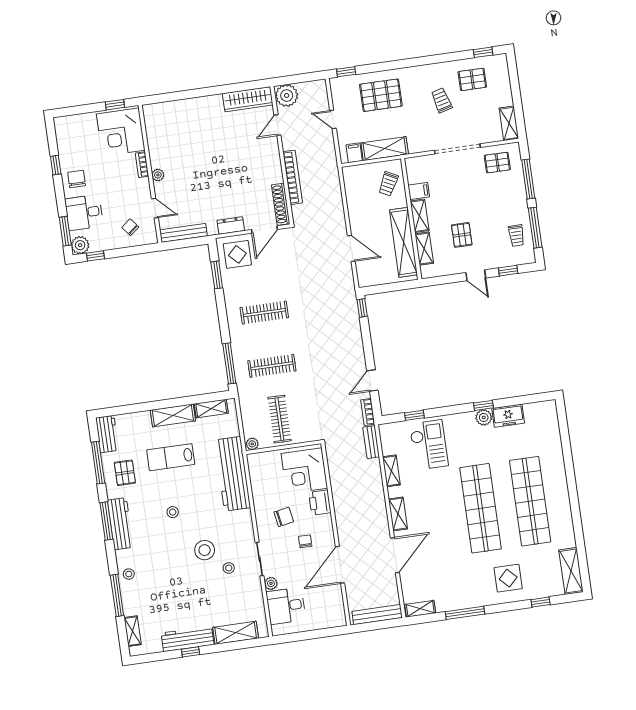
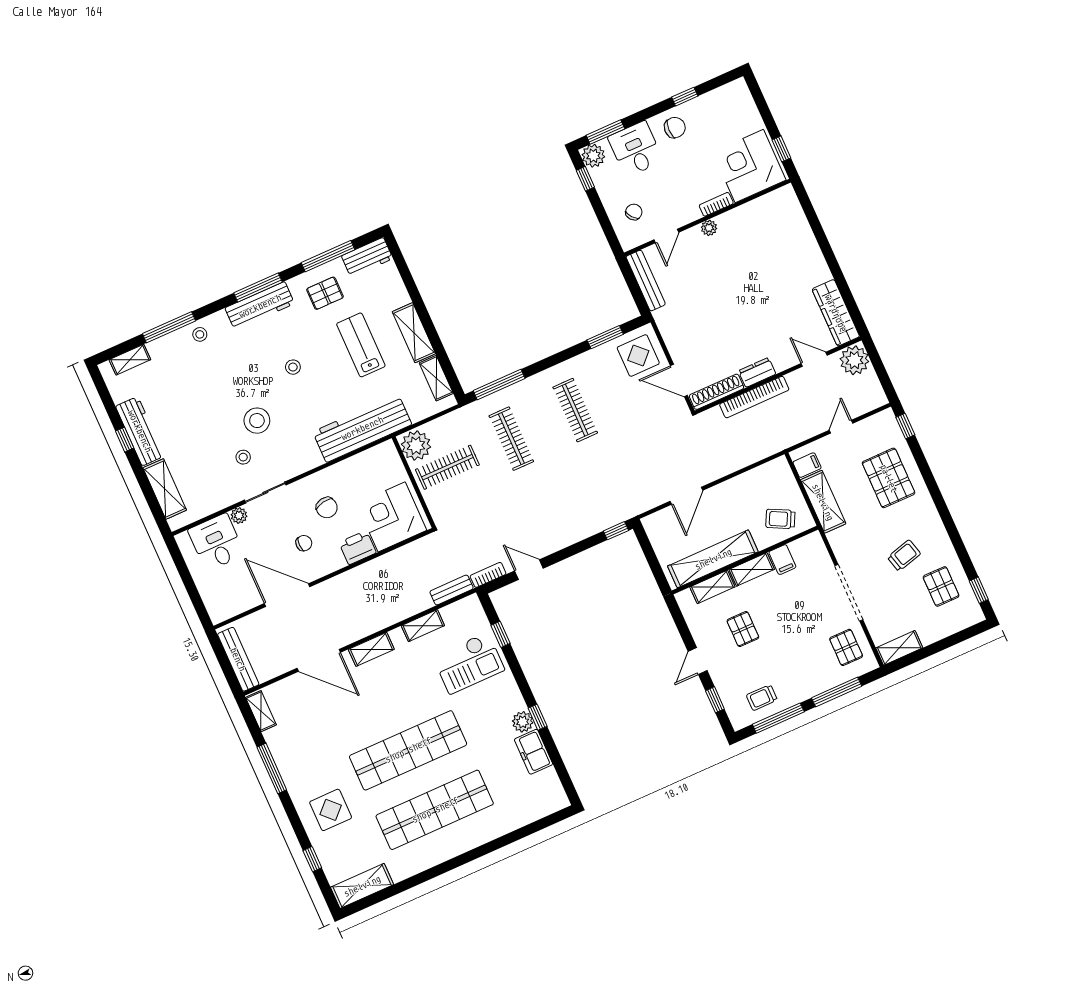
dresser: (231, 225) -> (757, 372), moved, turned -90
pallet: (462, 235) -> (743, 629), turned 90
plant: (252, 444) -> (416, 446), width x1.88, depth x1.88

